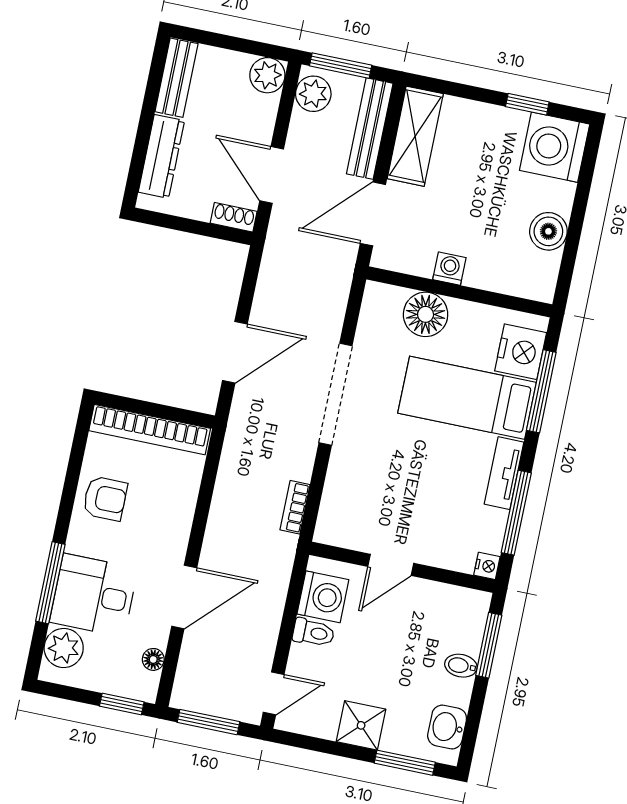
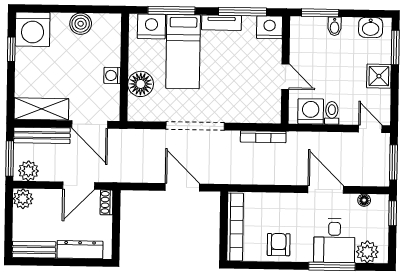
bookcase: (295, 507) -> (263, 137), width x1.56
nightstand: (487, 566) -> (270, 27), width x1.89, depth x1.79

